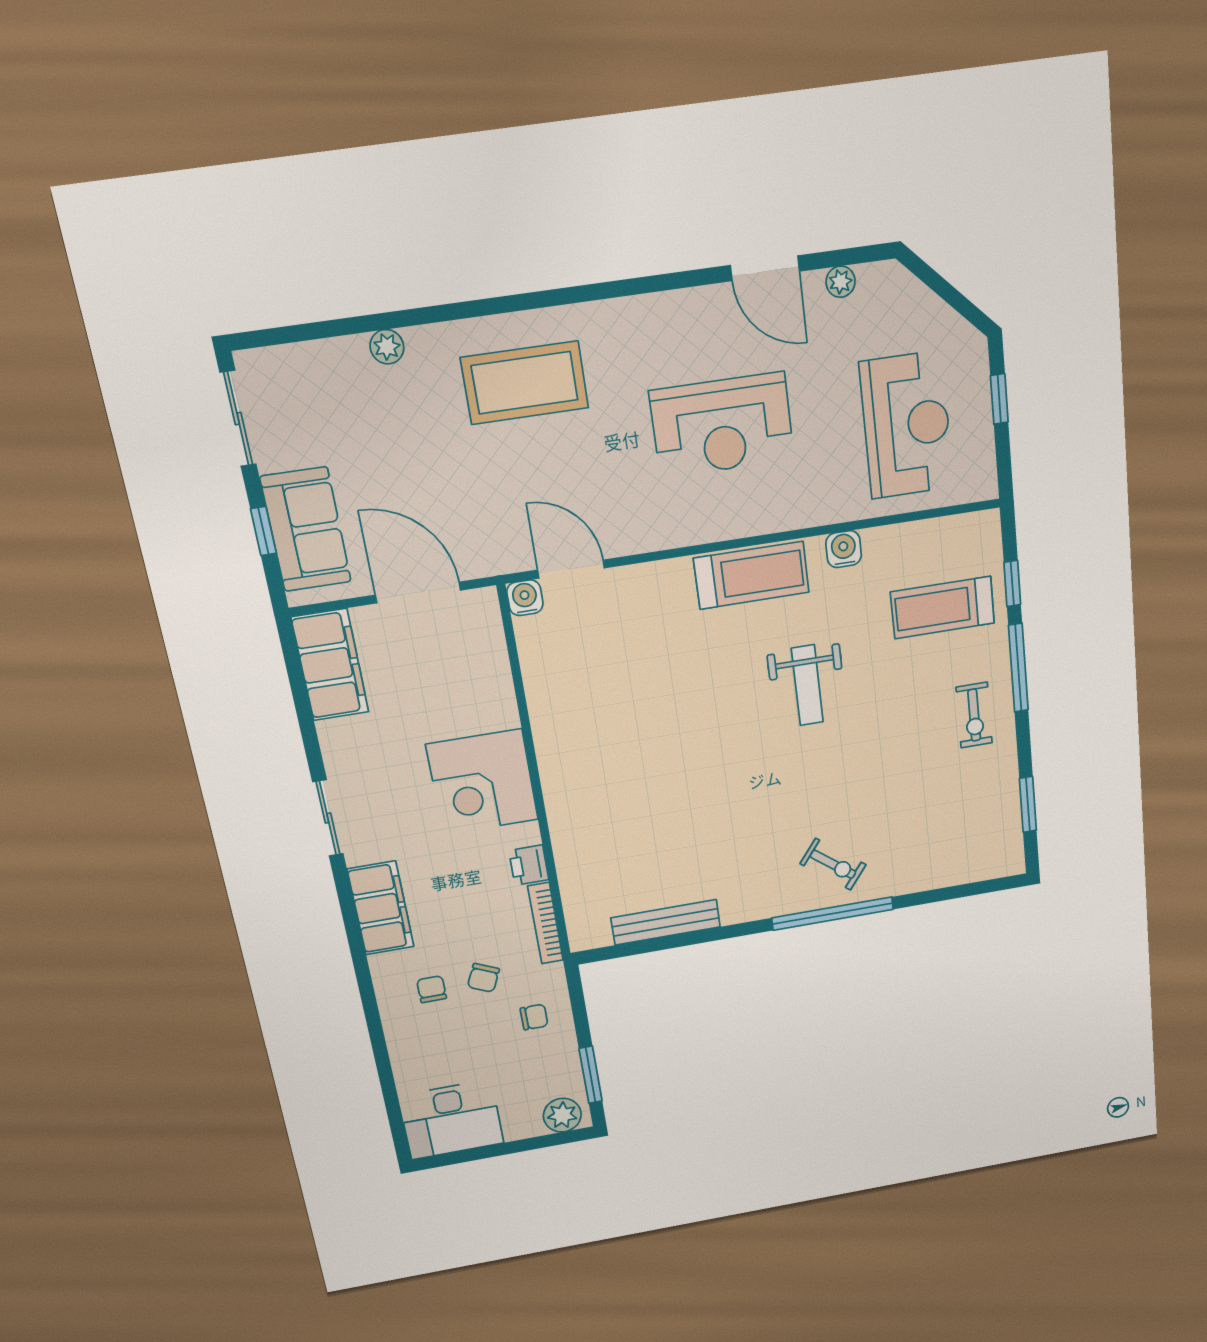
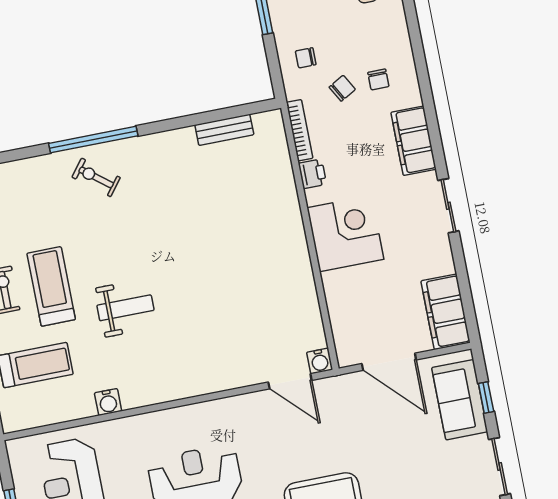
treadmill: (752, 575) -> (51, 286), moved, turned 90
weight bench: (807, 685) -> (125, 308), turned 90
bench: (666, 922) -> (224, 130), width x0.73
chair: (483, 978) -> (342, 88), turned 37

